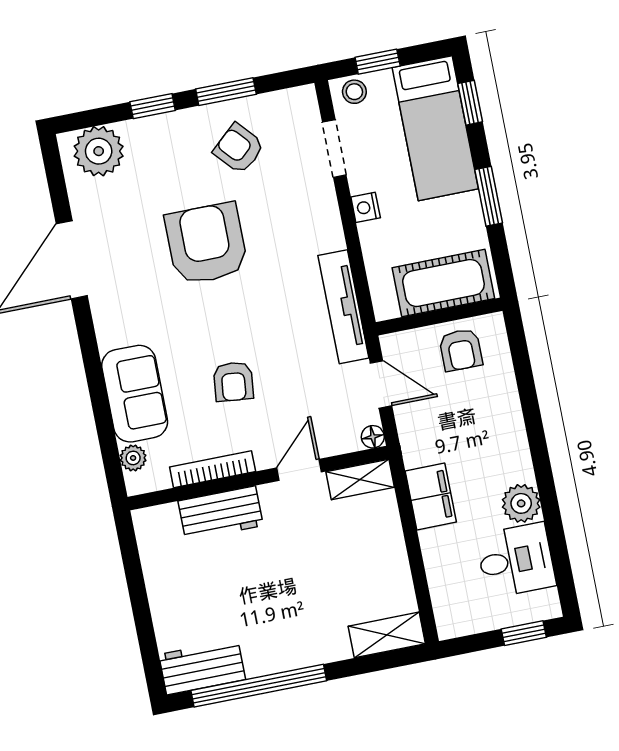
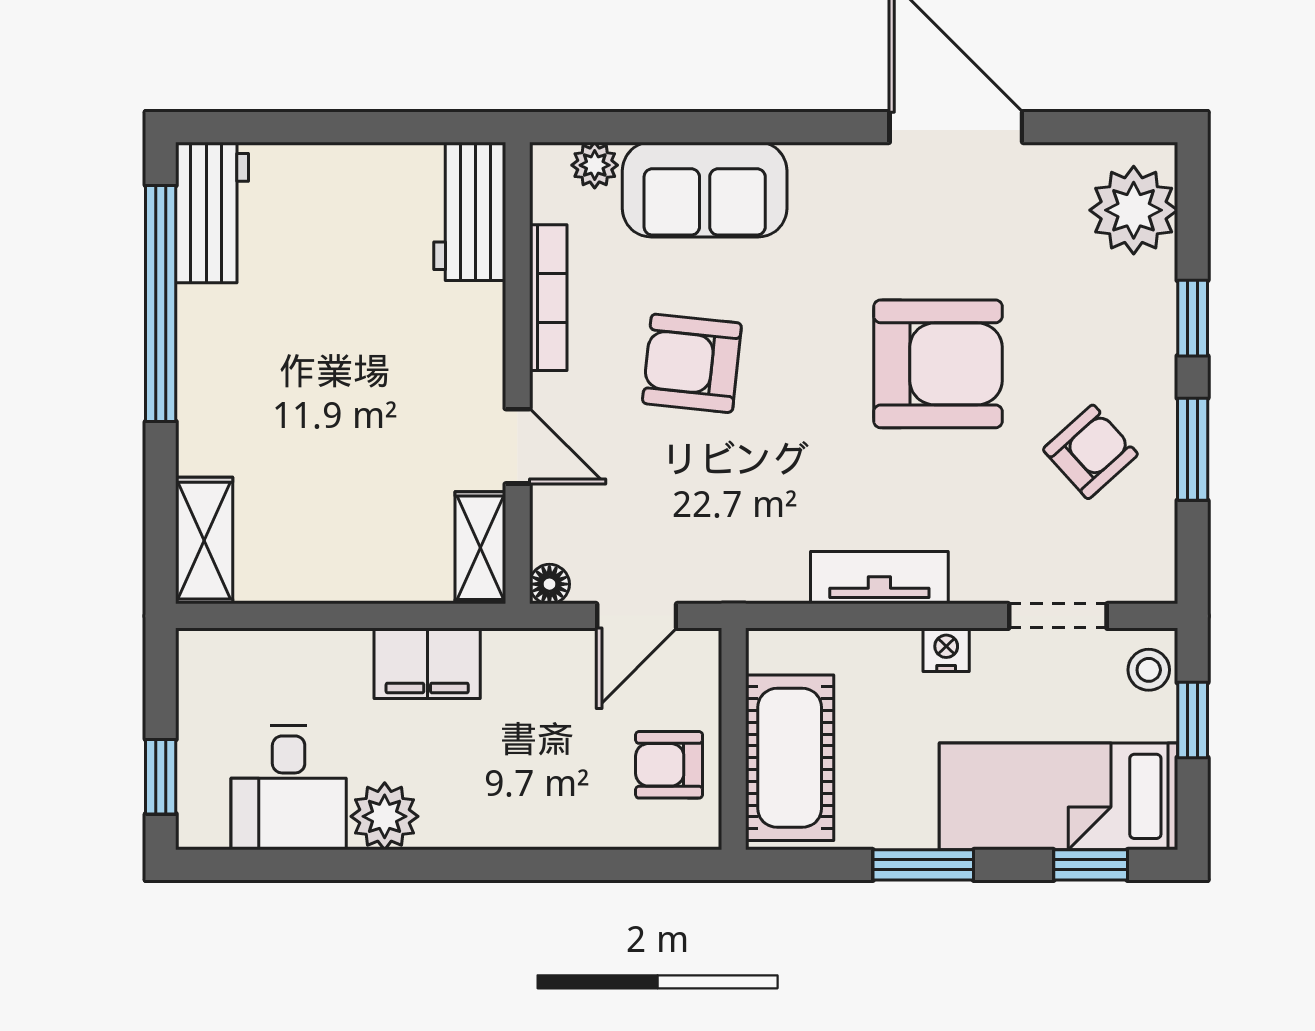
tv unit: (343, 307) -> (879, 578), moved, width x0.71
armchair: (233, 382) -> (692, 363), width x1.38, depth x1.38
workbench: (221, 513) -> (470, 211), moved

